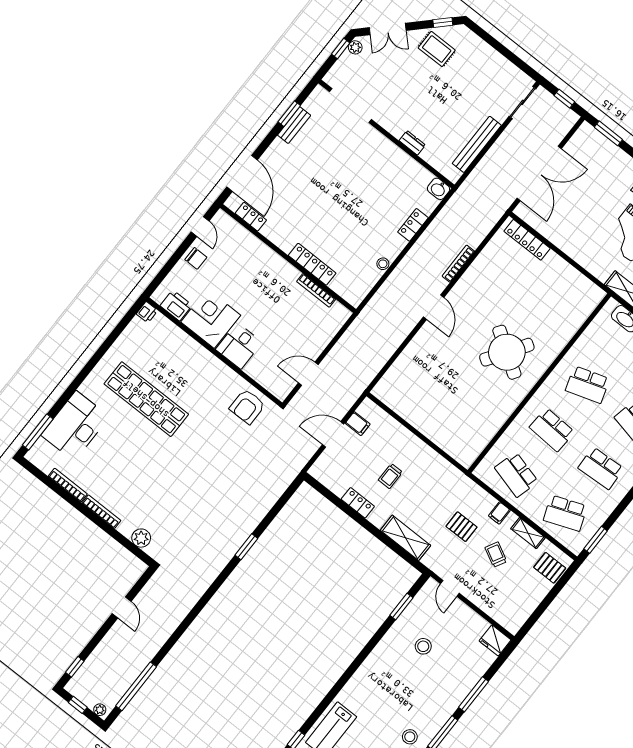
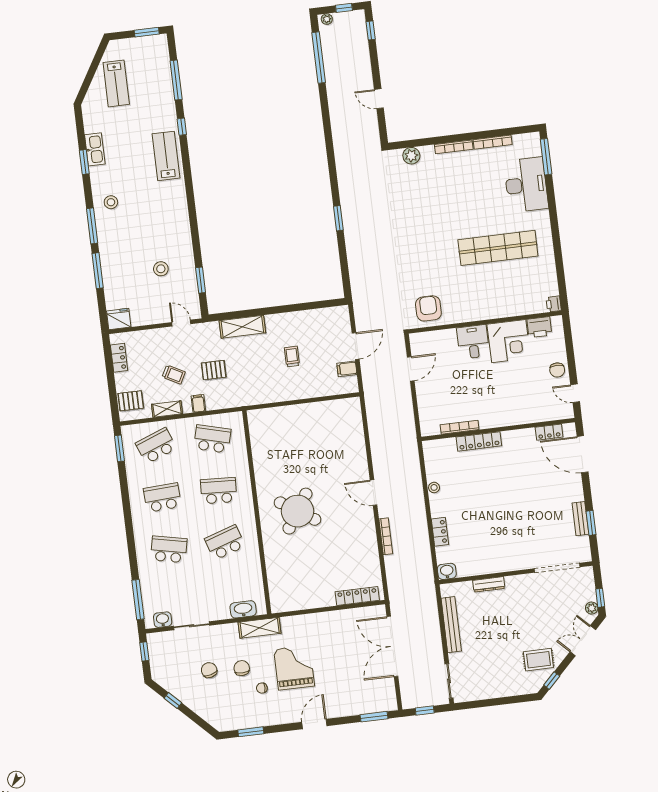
dresser: (412, 143) -> (489, 584), width x1.44
chair: (196, 258) -> (557, 370), turned -90
locker: (358, 503) -> (119, 358), moved, turned -90

